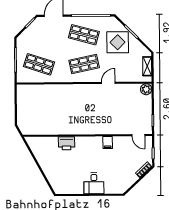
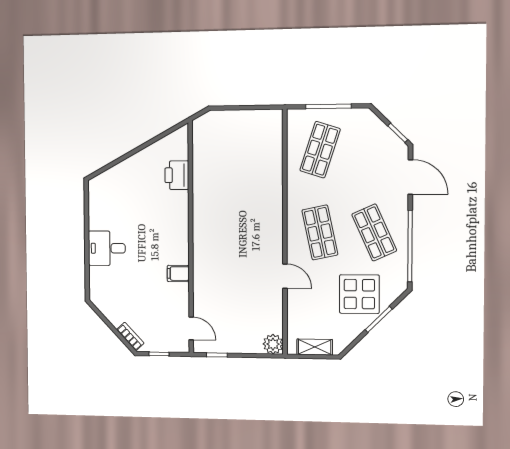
shop shelf: (84, 35) -> (374, 232), turned -39
door: (138, 135) -> (191, 328), swing flipped
printer: (66, 143) -> (177, 175), moved

